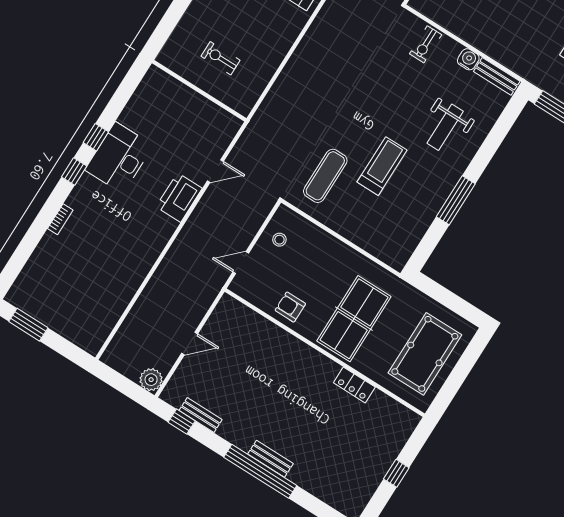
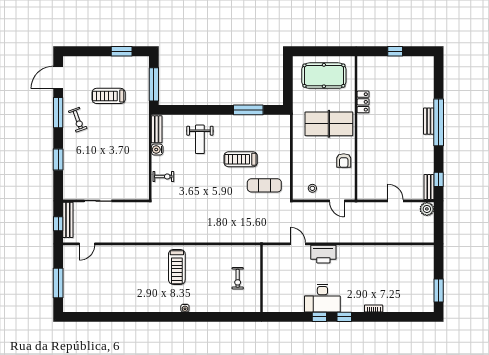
weight bench: (445, 127) -> (200, 139), turned 90
window: (456, 200) -> (248, 110), moved
bench: (201, 415) -> (429, 187), moved

